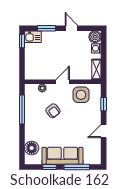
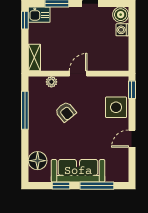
shelving: (96, 69) -> (34, 57), moved
side table: (81, 95) -> (116, 107), moved
window: (104, 104) -> (132, 90), moved

